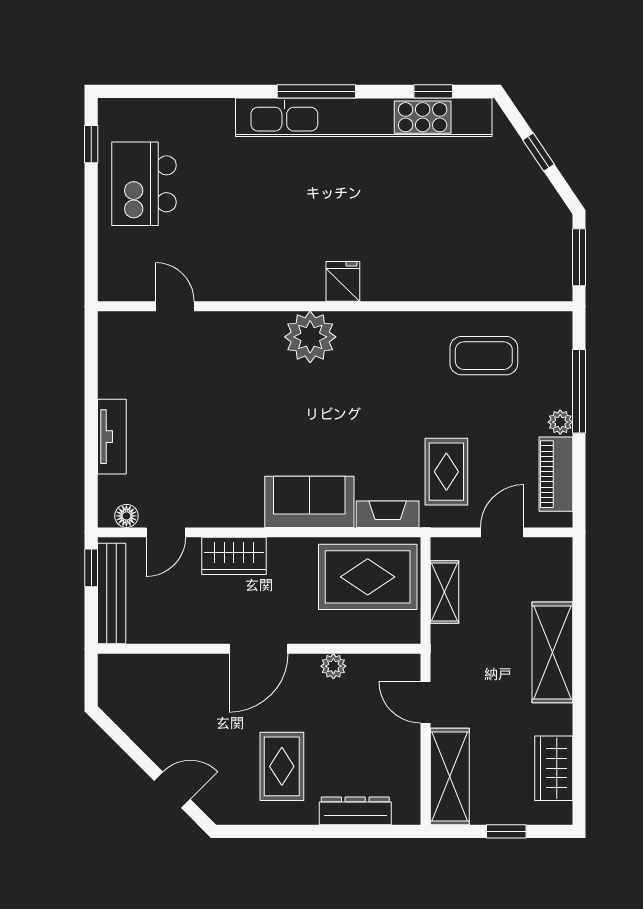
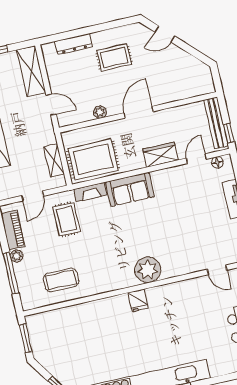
rug: (282, 766) -> (114, 58), turned 90

